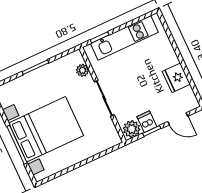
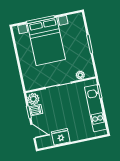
door: (178, 119) -> (33, 131), swing flipped

